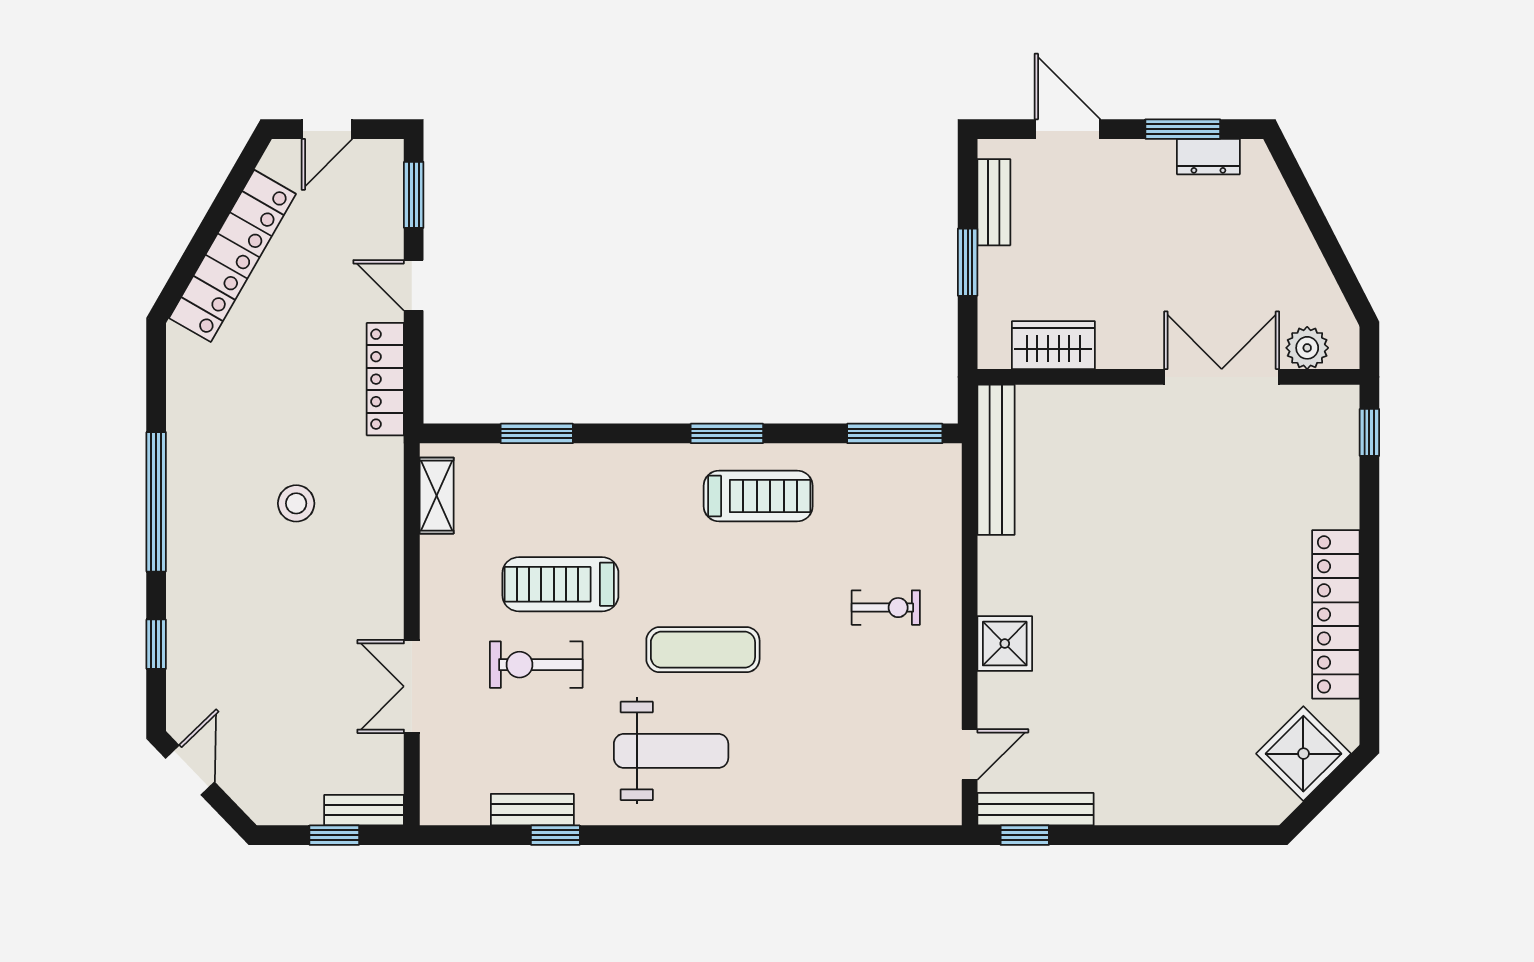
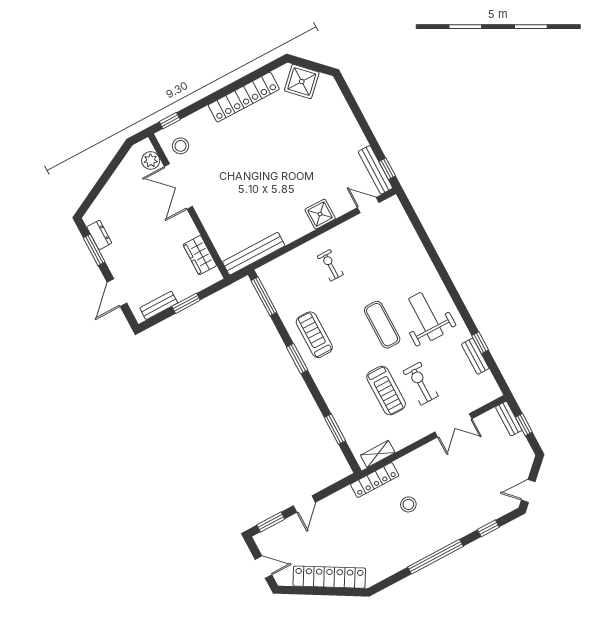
locker: (385, 379) -> (375, 480), moved
stool: (1304, 427) -> (181, 146), added
exercise bike: (536, 665) -> (421, 384), turned 180

